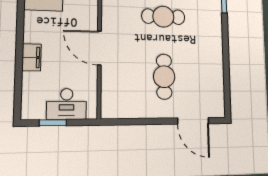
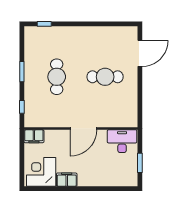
filing cabinet: (31, 57) -> (67, 180), moved
desk: (67, 104) -> (122, 141), moved, turned -90

